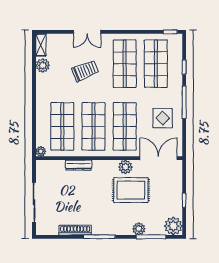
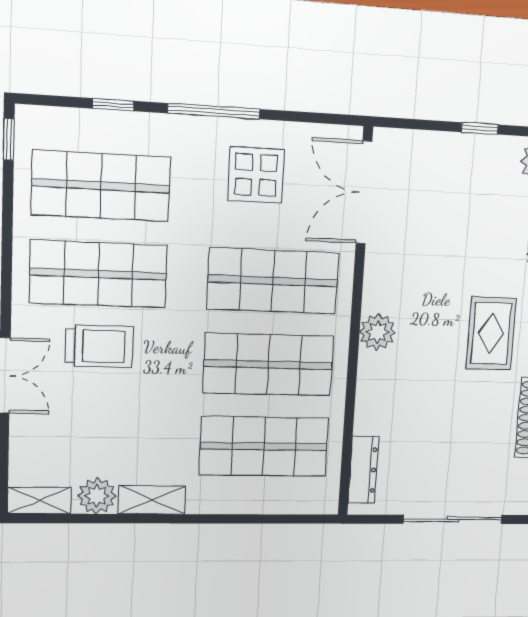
trolley: (85, 71) -> (99, 346), moved, turned 112
shelving: (41, 86) -> (152, 500), added
plant: (41, 151) -> (326, 502), removed
dresser: (79, 165) -> (363, 470), moved
plant: (125, 167) -> (378, 332), moved
rug: (131, 190) -> (491, 333), moved, width x0.73, depth x0.70

